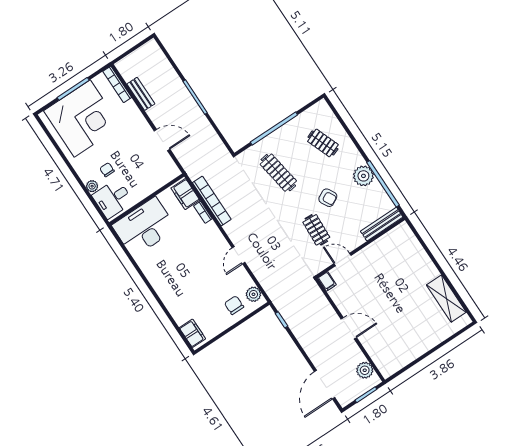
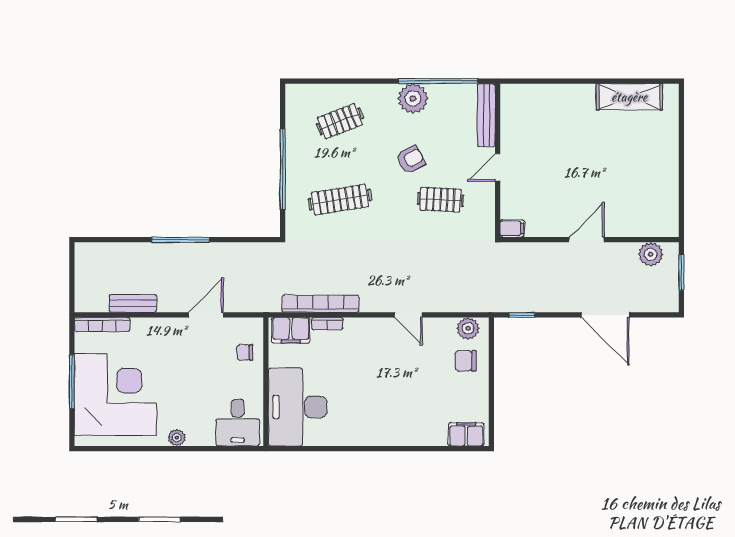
chair: (107, 170) -> (245, 352), moved
plant: (92, 186) -> (177, 438), moved
door: (343, 259) -> (498, 167), moved
door: (325, 385) -> (605, 315), moved

